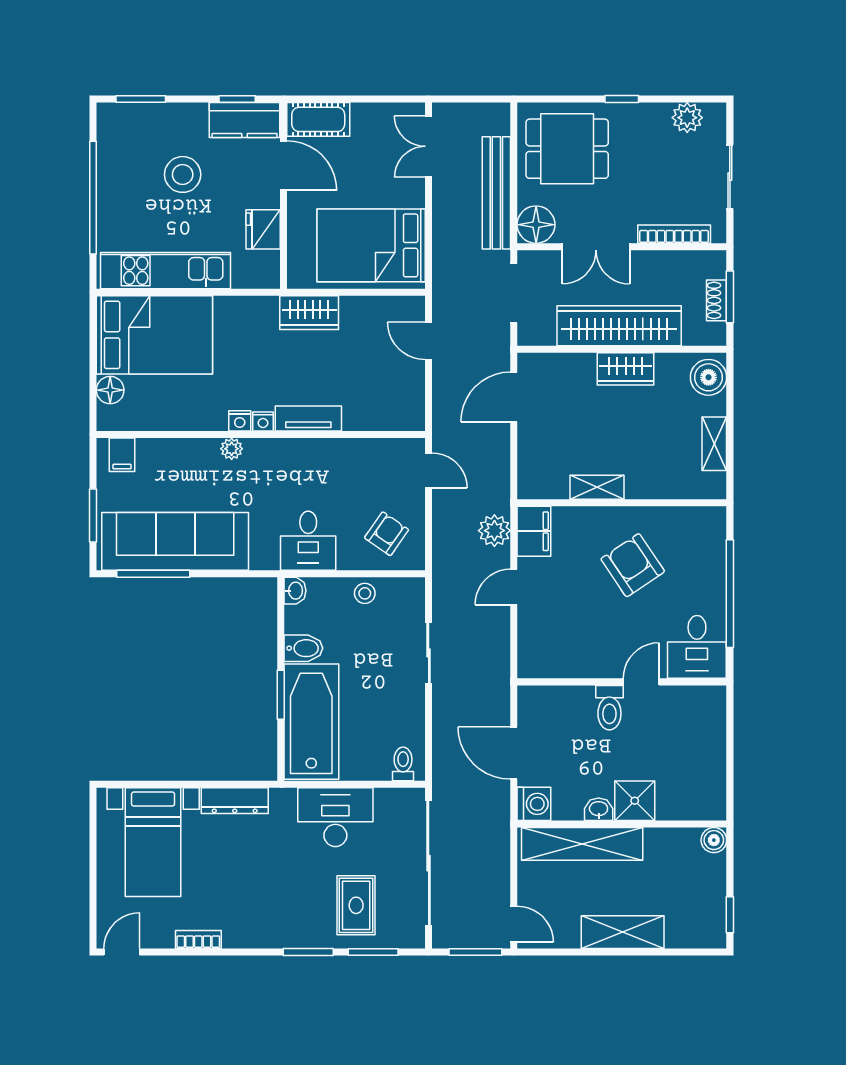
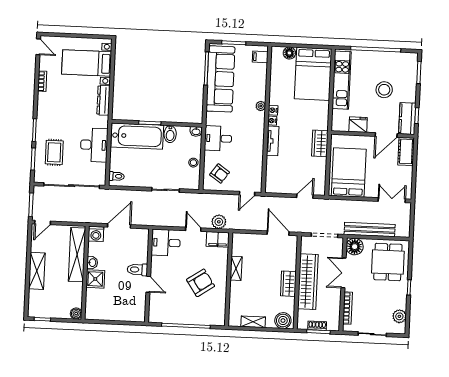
desk: (697, 647) -> (166, 243), moved
rug: (356, 905) -> (54, 152), turned 90

